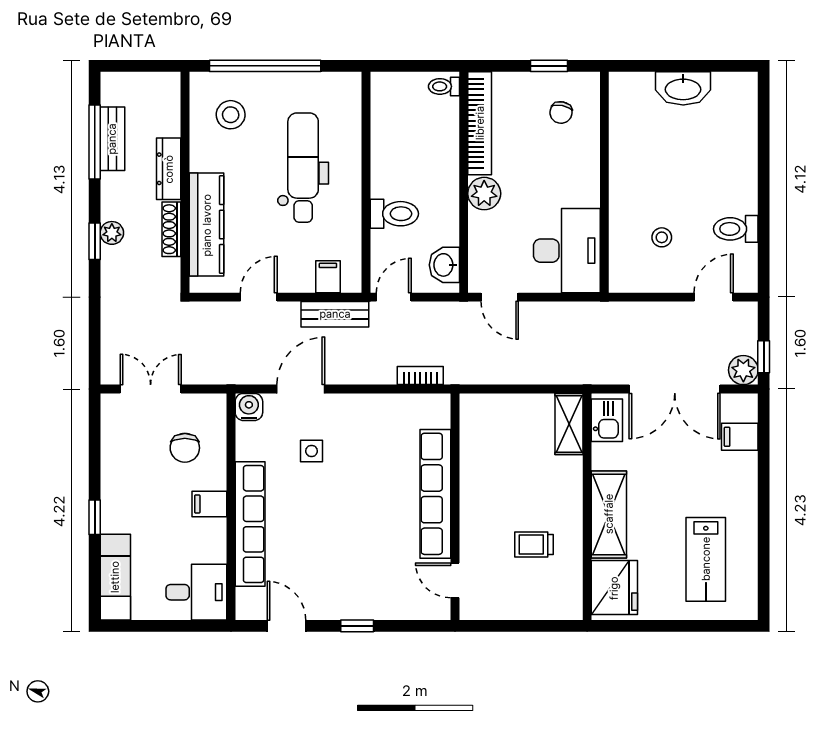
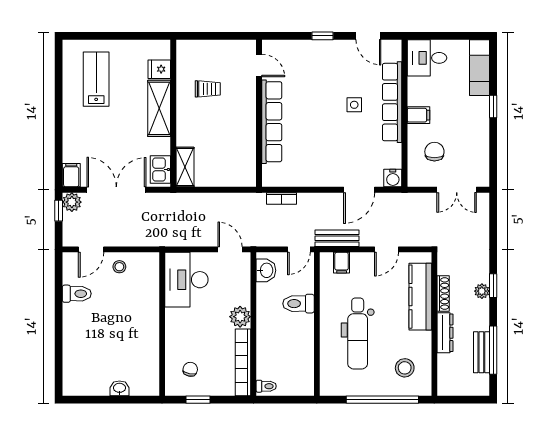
washbasin: (683, 88) -> (119, 388), width x0.52, depth x0.69
stool: (662, 237) -> (119, 267), moved
filing cabinet: (740, 437) -> (71, 175), moved, turned -90
side table: (312, 451) -> (354, 105), moved
fridge: (614, 588) -> (159, 69), width x0.53, depth x0.75

